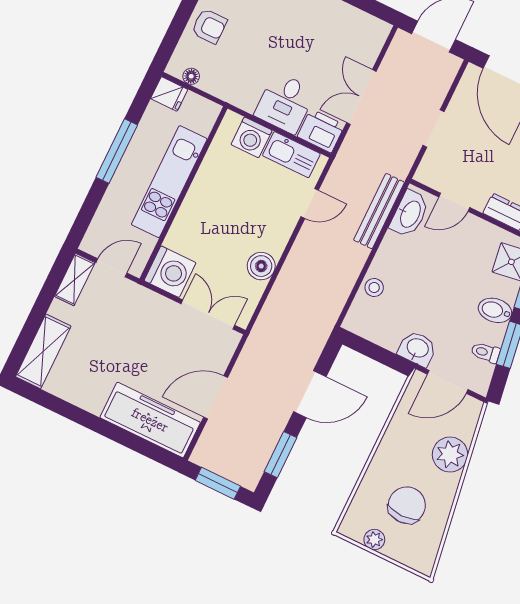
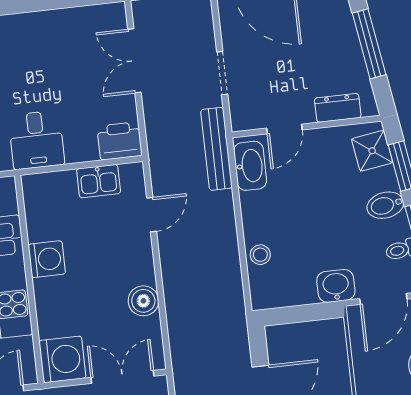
double door: (361, 97) -> (134, 61), moved
desk: (285, 103) -> (36, 140), moved
washing machine: (252, 137) -> (47, 259), moved, turned -90
kitchen sink: (291, 155) -> (99, 181), width x0.73
bench: (379, 211) -> (216, 149), moved

